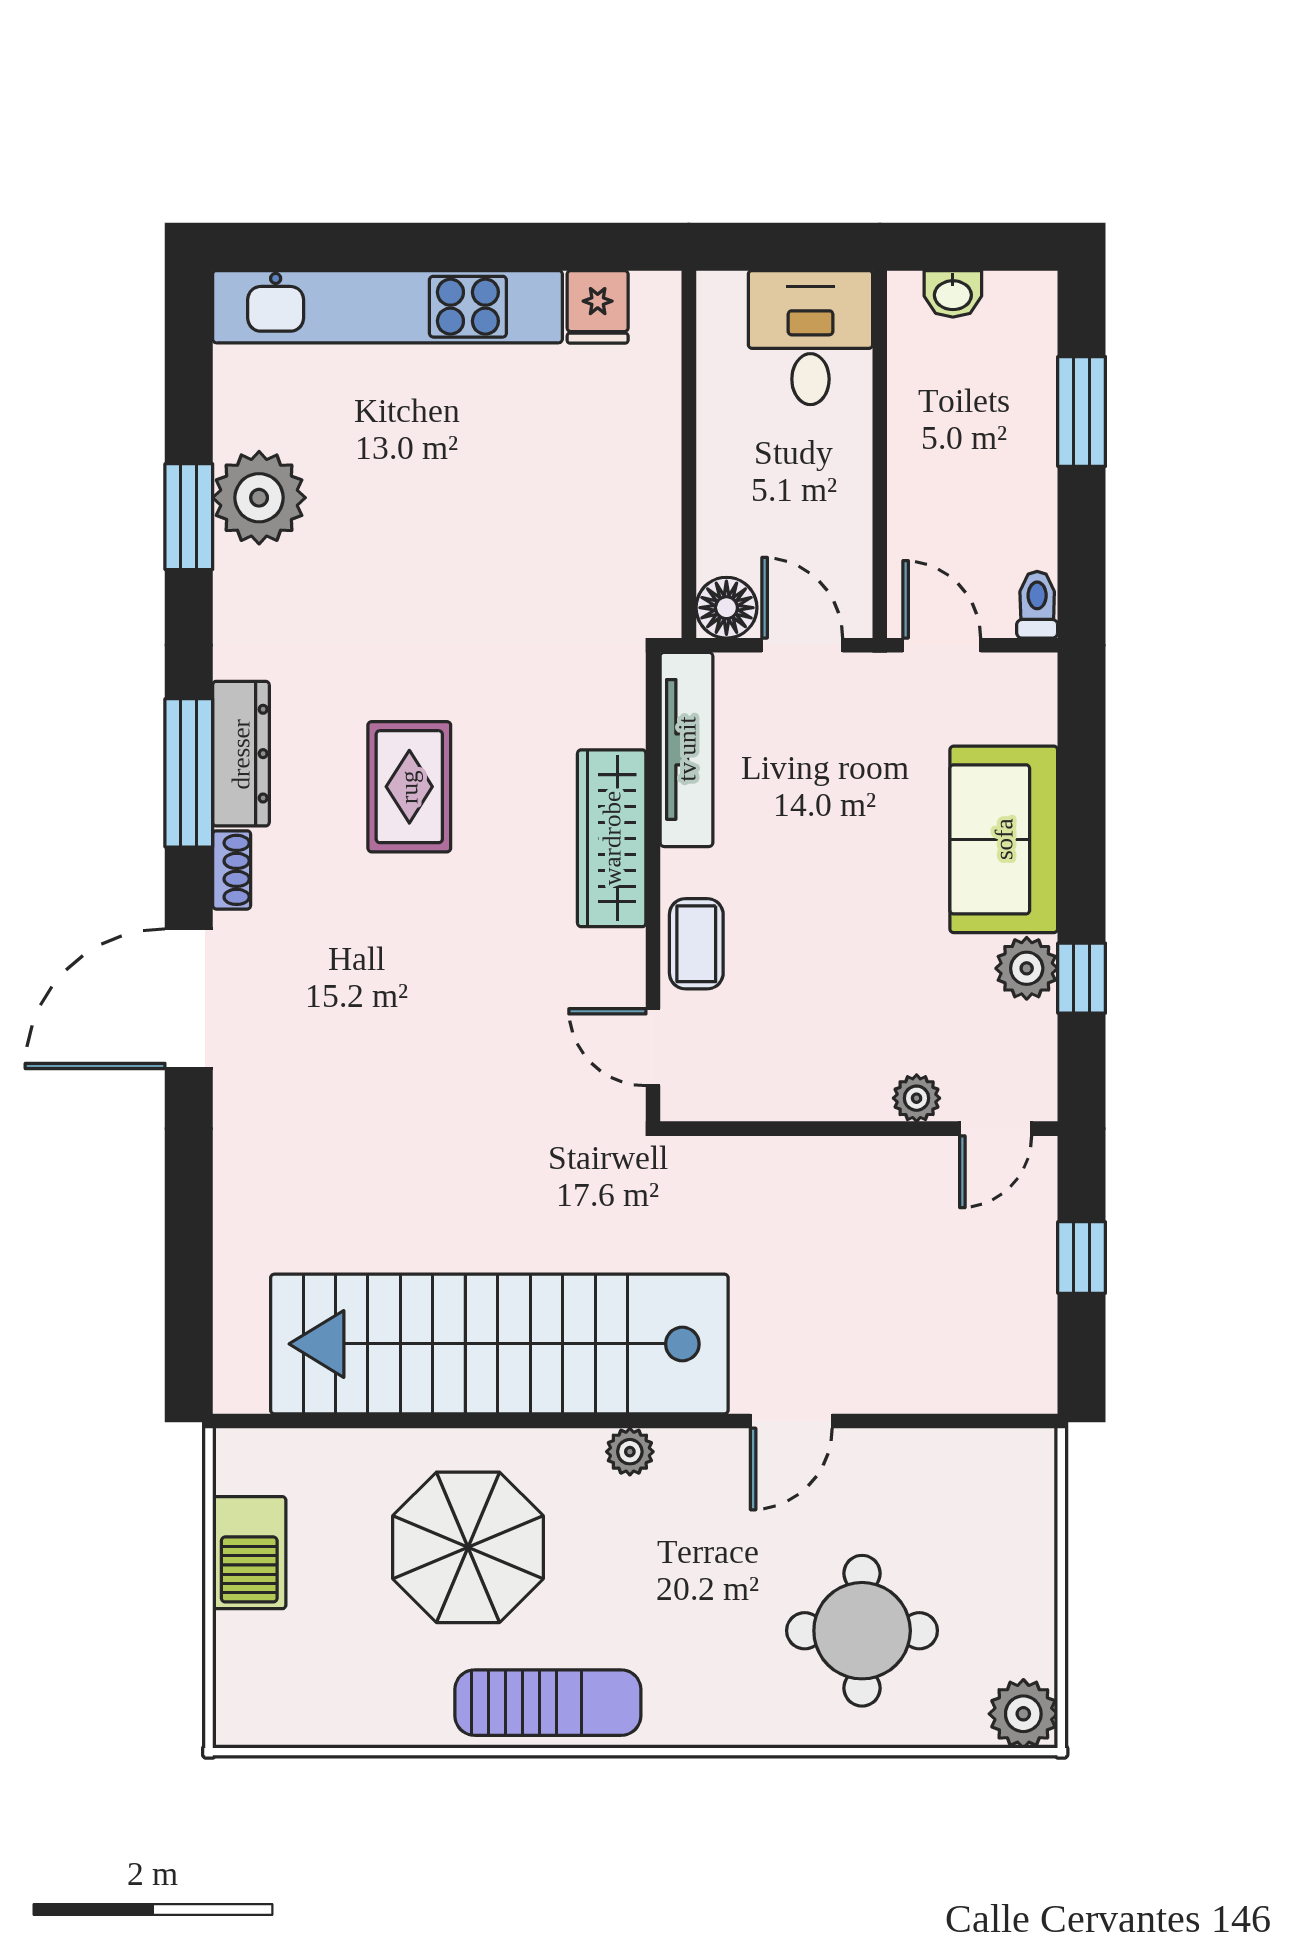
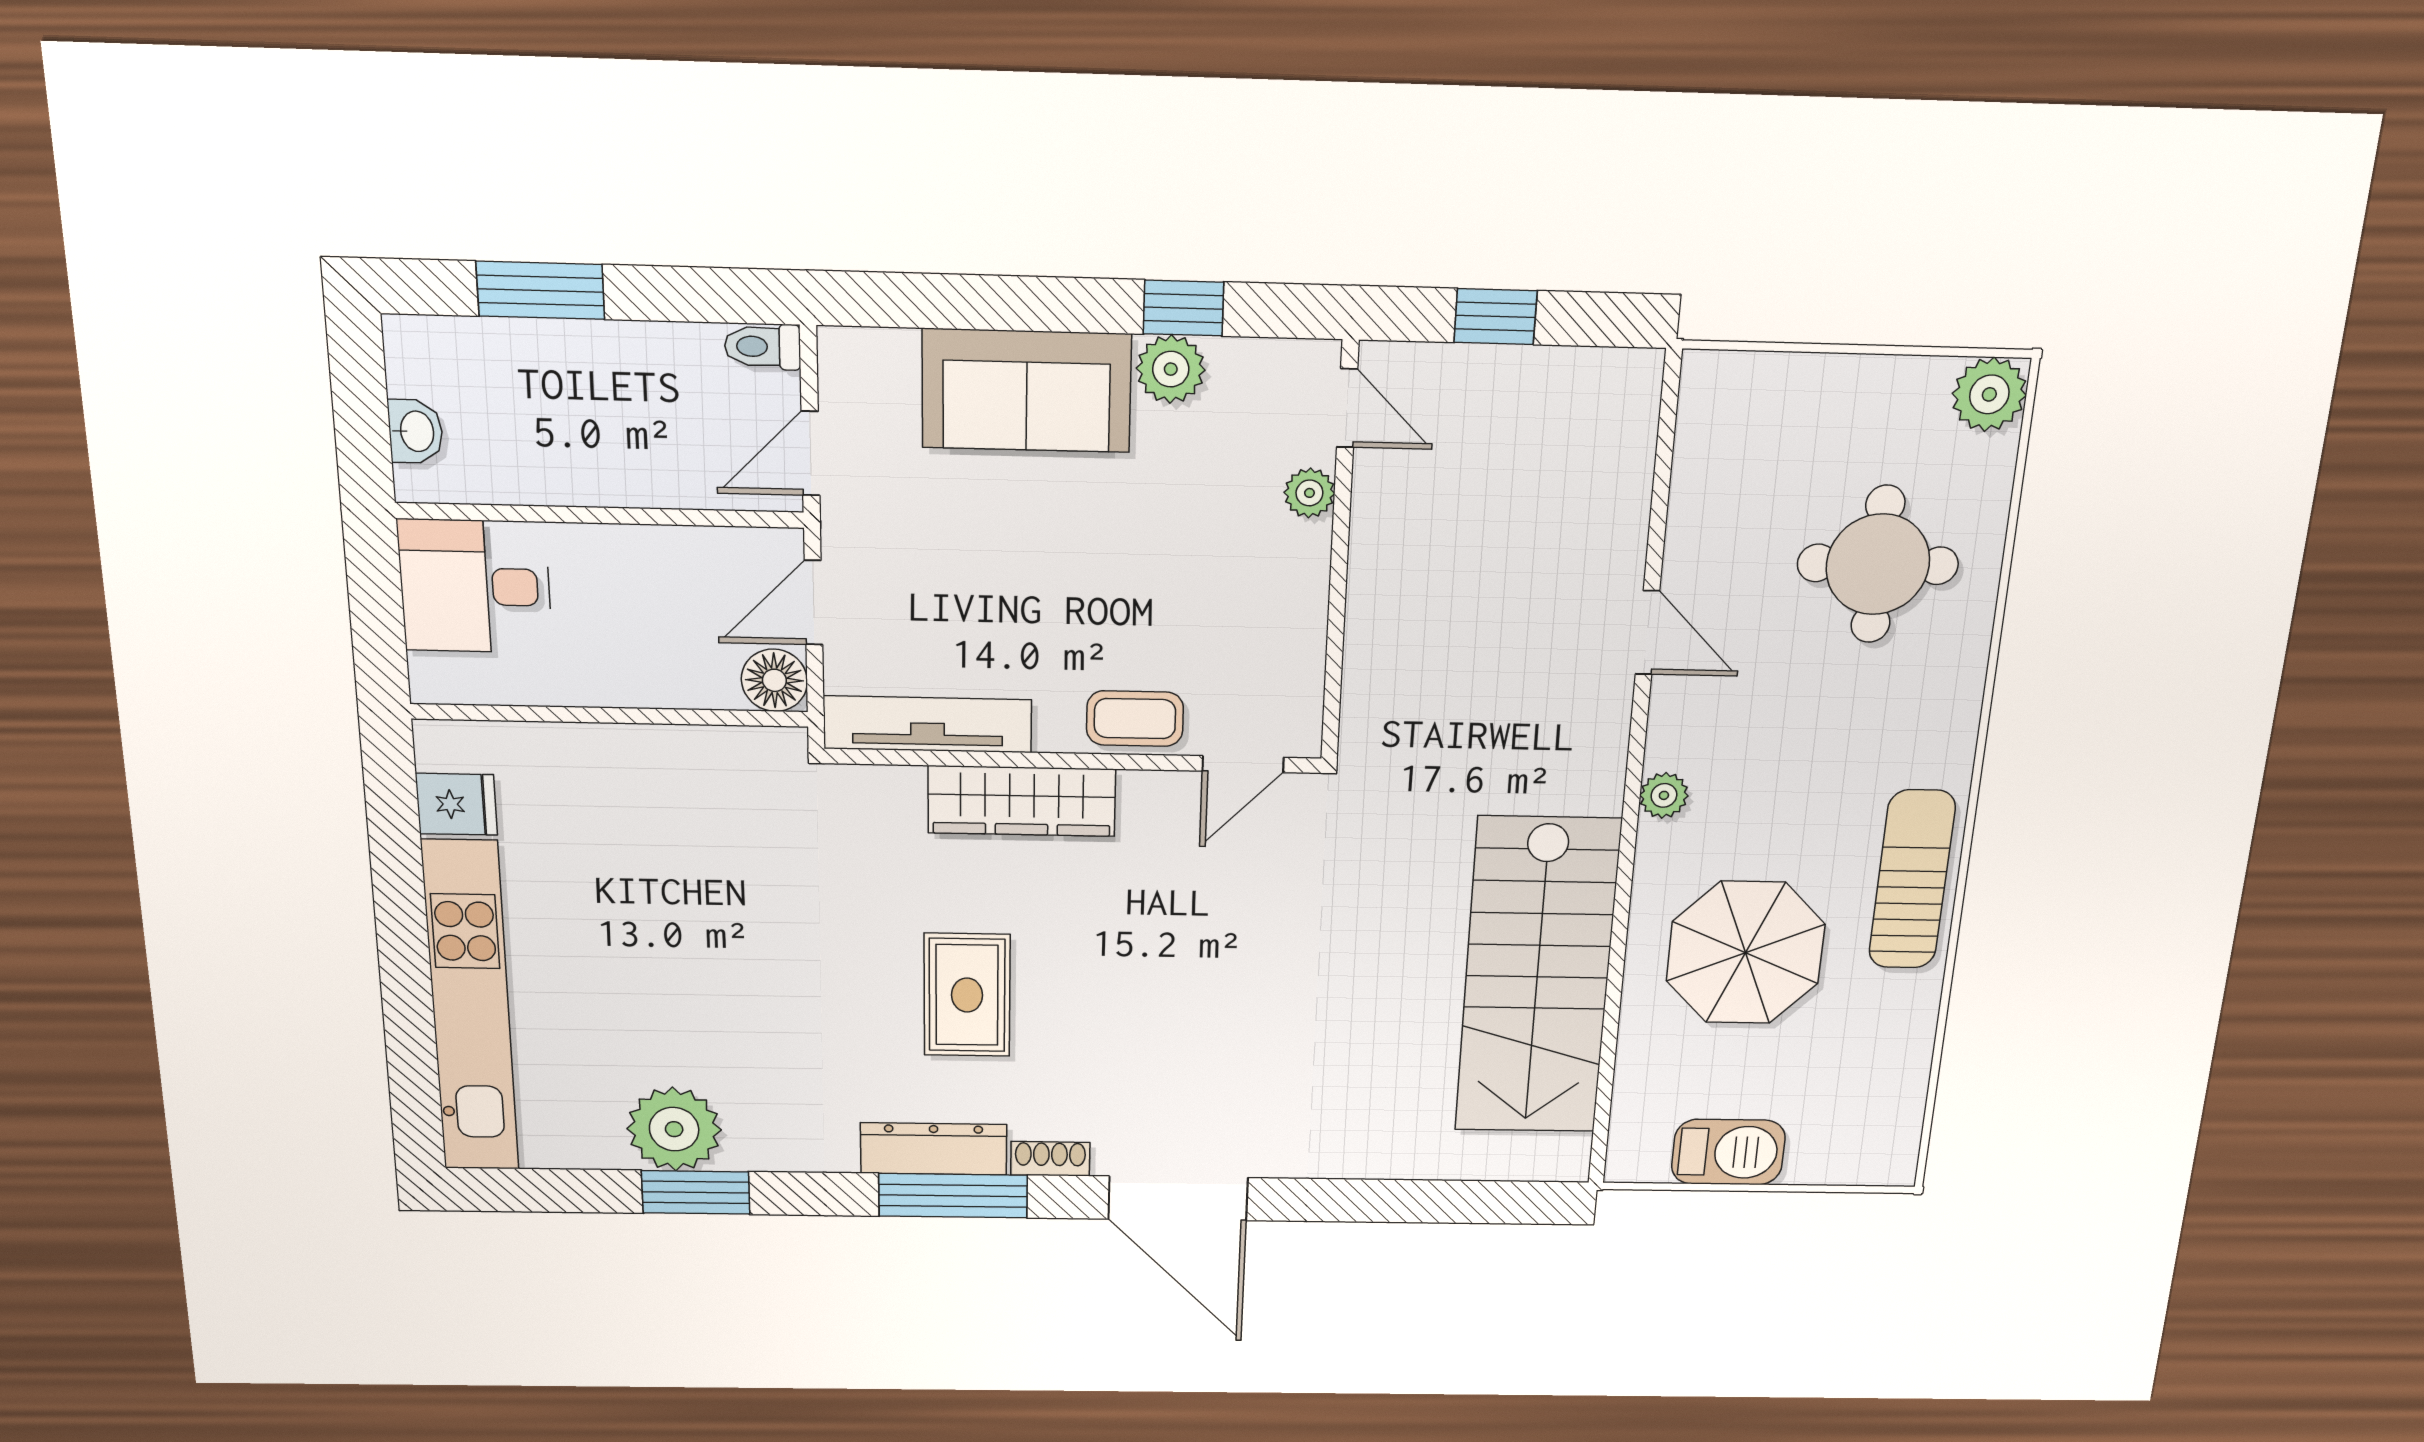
rug: (409, 787) -> (967, 995), turned 90
stairs: (499, 1344) -> (1537, 977), width x0.73

